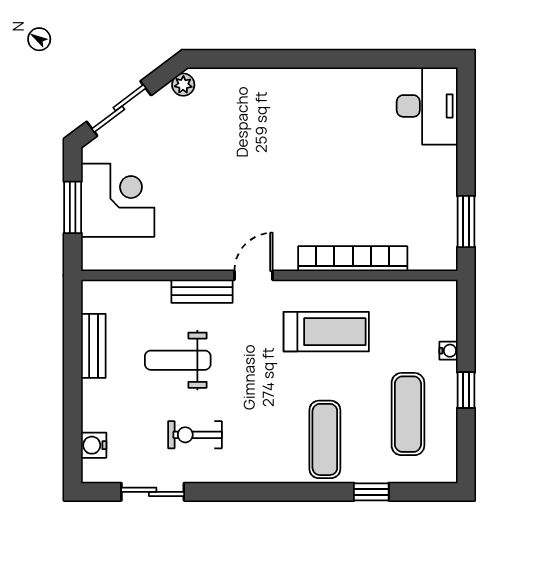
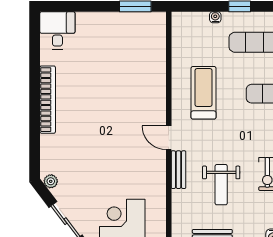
desk: (427, 106) -> (57, 30), width x0.73
bookcase: (353, 259) -> (48, 100), moved, turned 180

